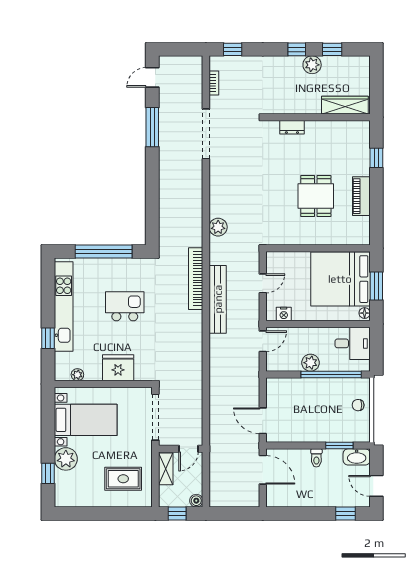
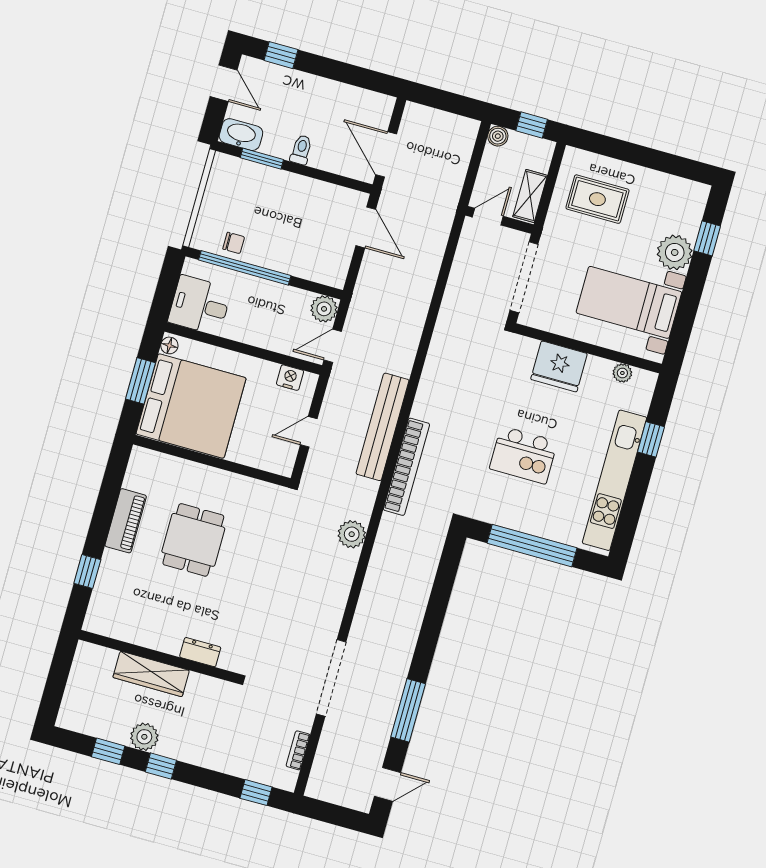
wardrobe: (345, 105) -> (151, 674), moved
plant: (310, 363) -> (324, 309), moved
chair: (358, 405) -> (234, 243), moved

